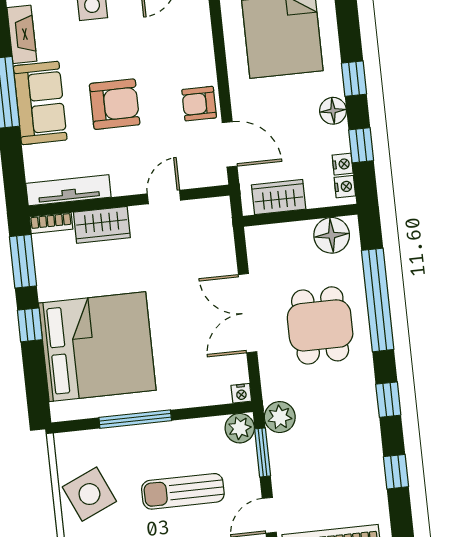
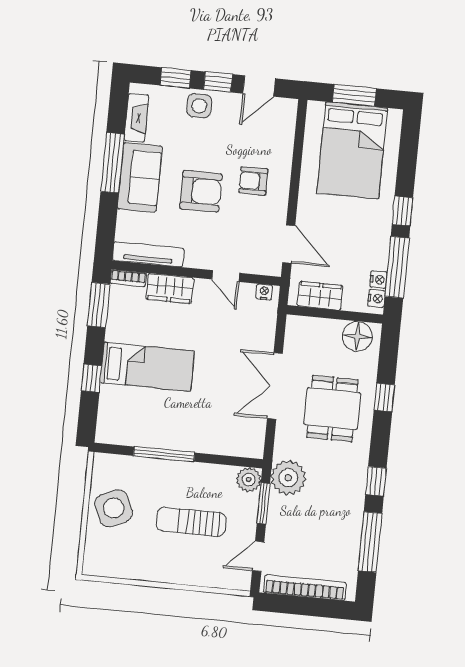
armchair: (199, 104) -> (253, 181), moved
floor lamp: (333, 111) -> (380, 234), removed
window: (361, 145) -> (397, 267), width x2.17
door: (164, 197) -> (226, 276), swing flipped
window: (378, 300) -> (384, 397), width x0.32
window: (30, 325) -> (91, 378), moved
bed: (97, 347) -> (147, 367), width x0.49
nightstand: (241, 393) -> (264, 292), moved, turned 180
plant: (280, 417) -> (288, 478), width x1.36, depth x1.36
window: (396, 472) -> (370, 542), width x2.17

